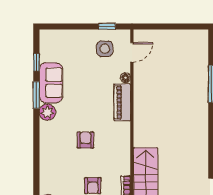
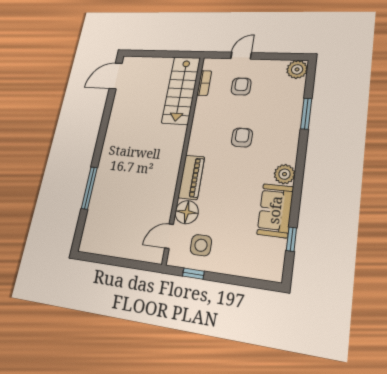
floor lamp: (125, 78) -> (187, 212), width x1.89, depth x1.89
window: (36, 95) -> (306, 114), moved
armchair: (85, 140) -> (242, 138), turned 180

